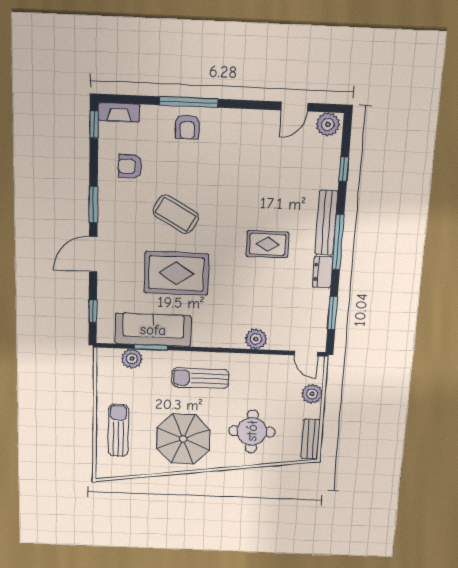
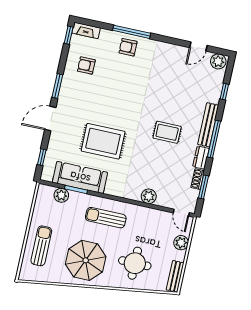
armchair: (187, 127) -> (128, 47), turned 90
coffee table: (176, 214) -> (110, 102), removed
shoe rack: (322, 303) -> (198, 179), added

